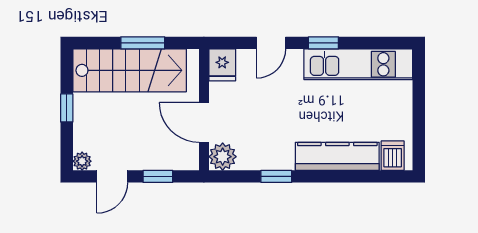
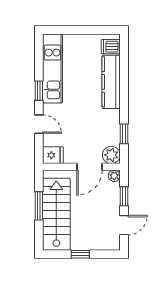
plant: (82, 161) -> (114, 176), moved
door: (112, 176) -> (124, 225), hinge flipped
window: (276, 176) -> (124, 134), moved

